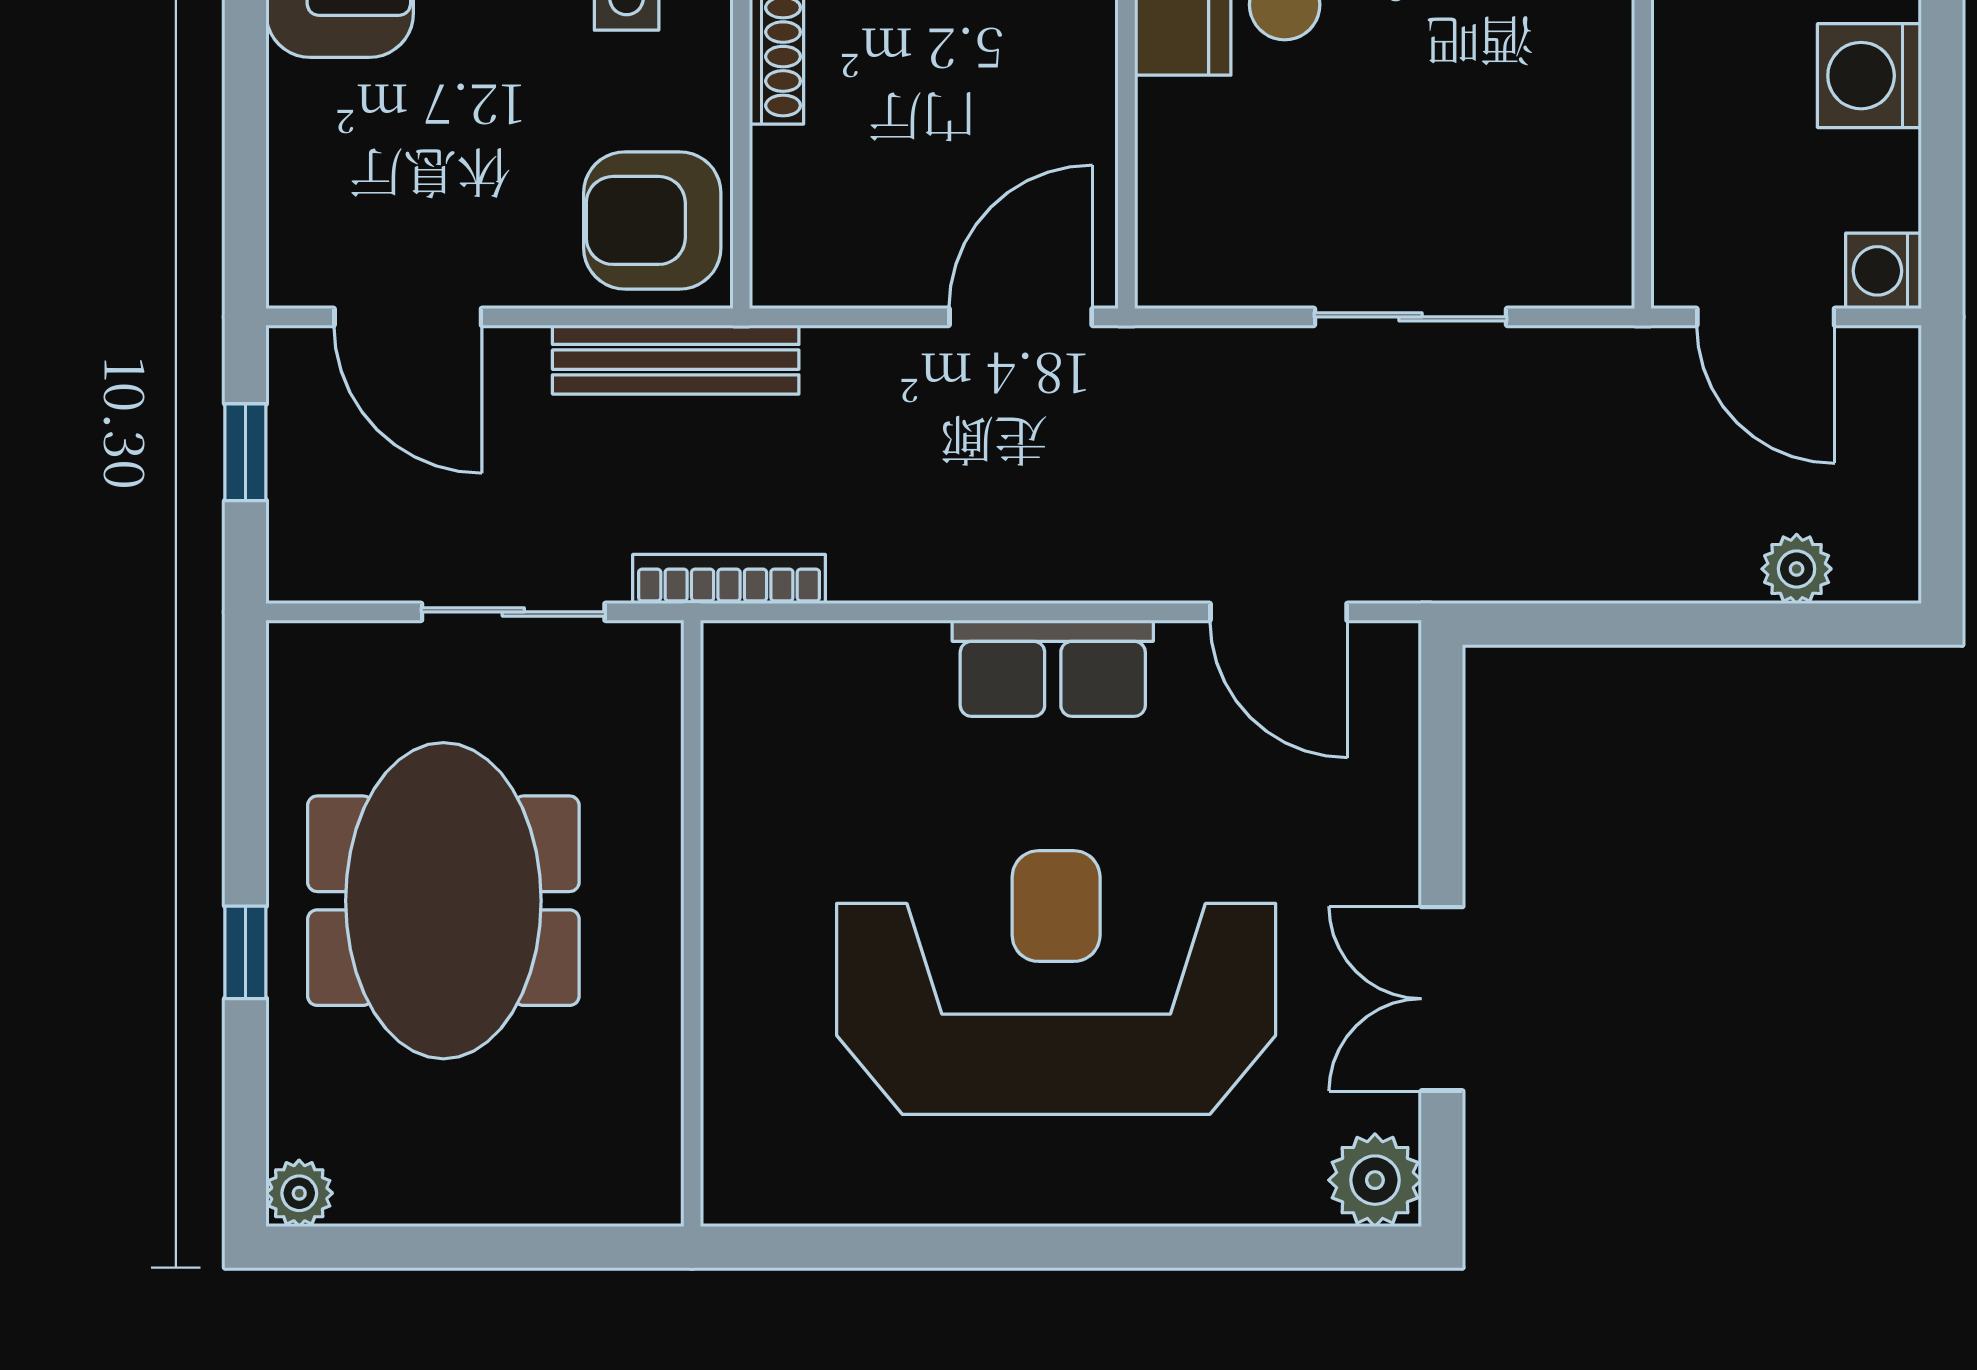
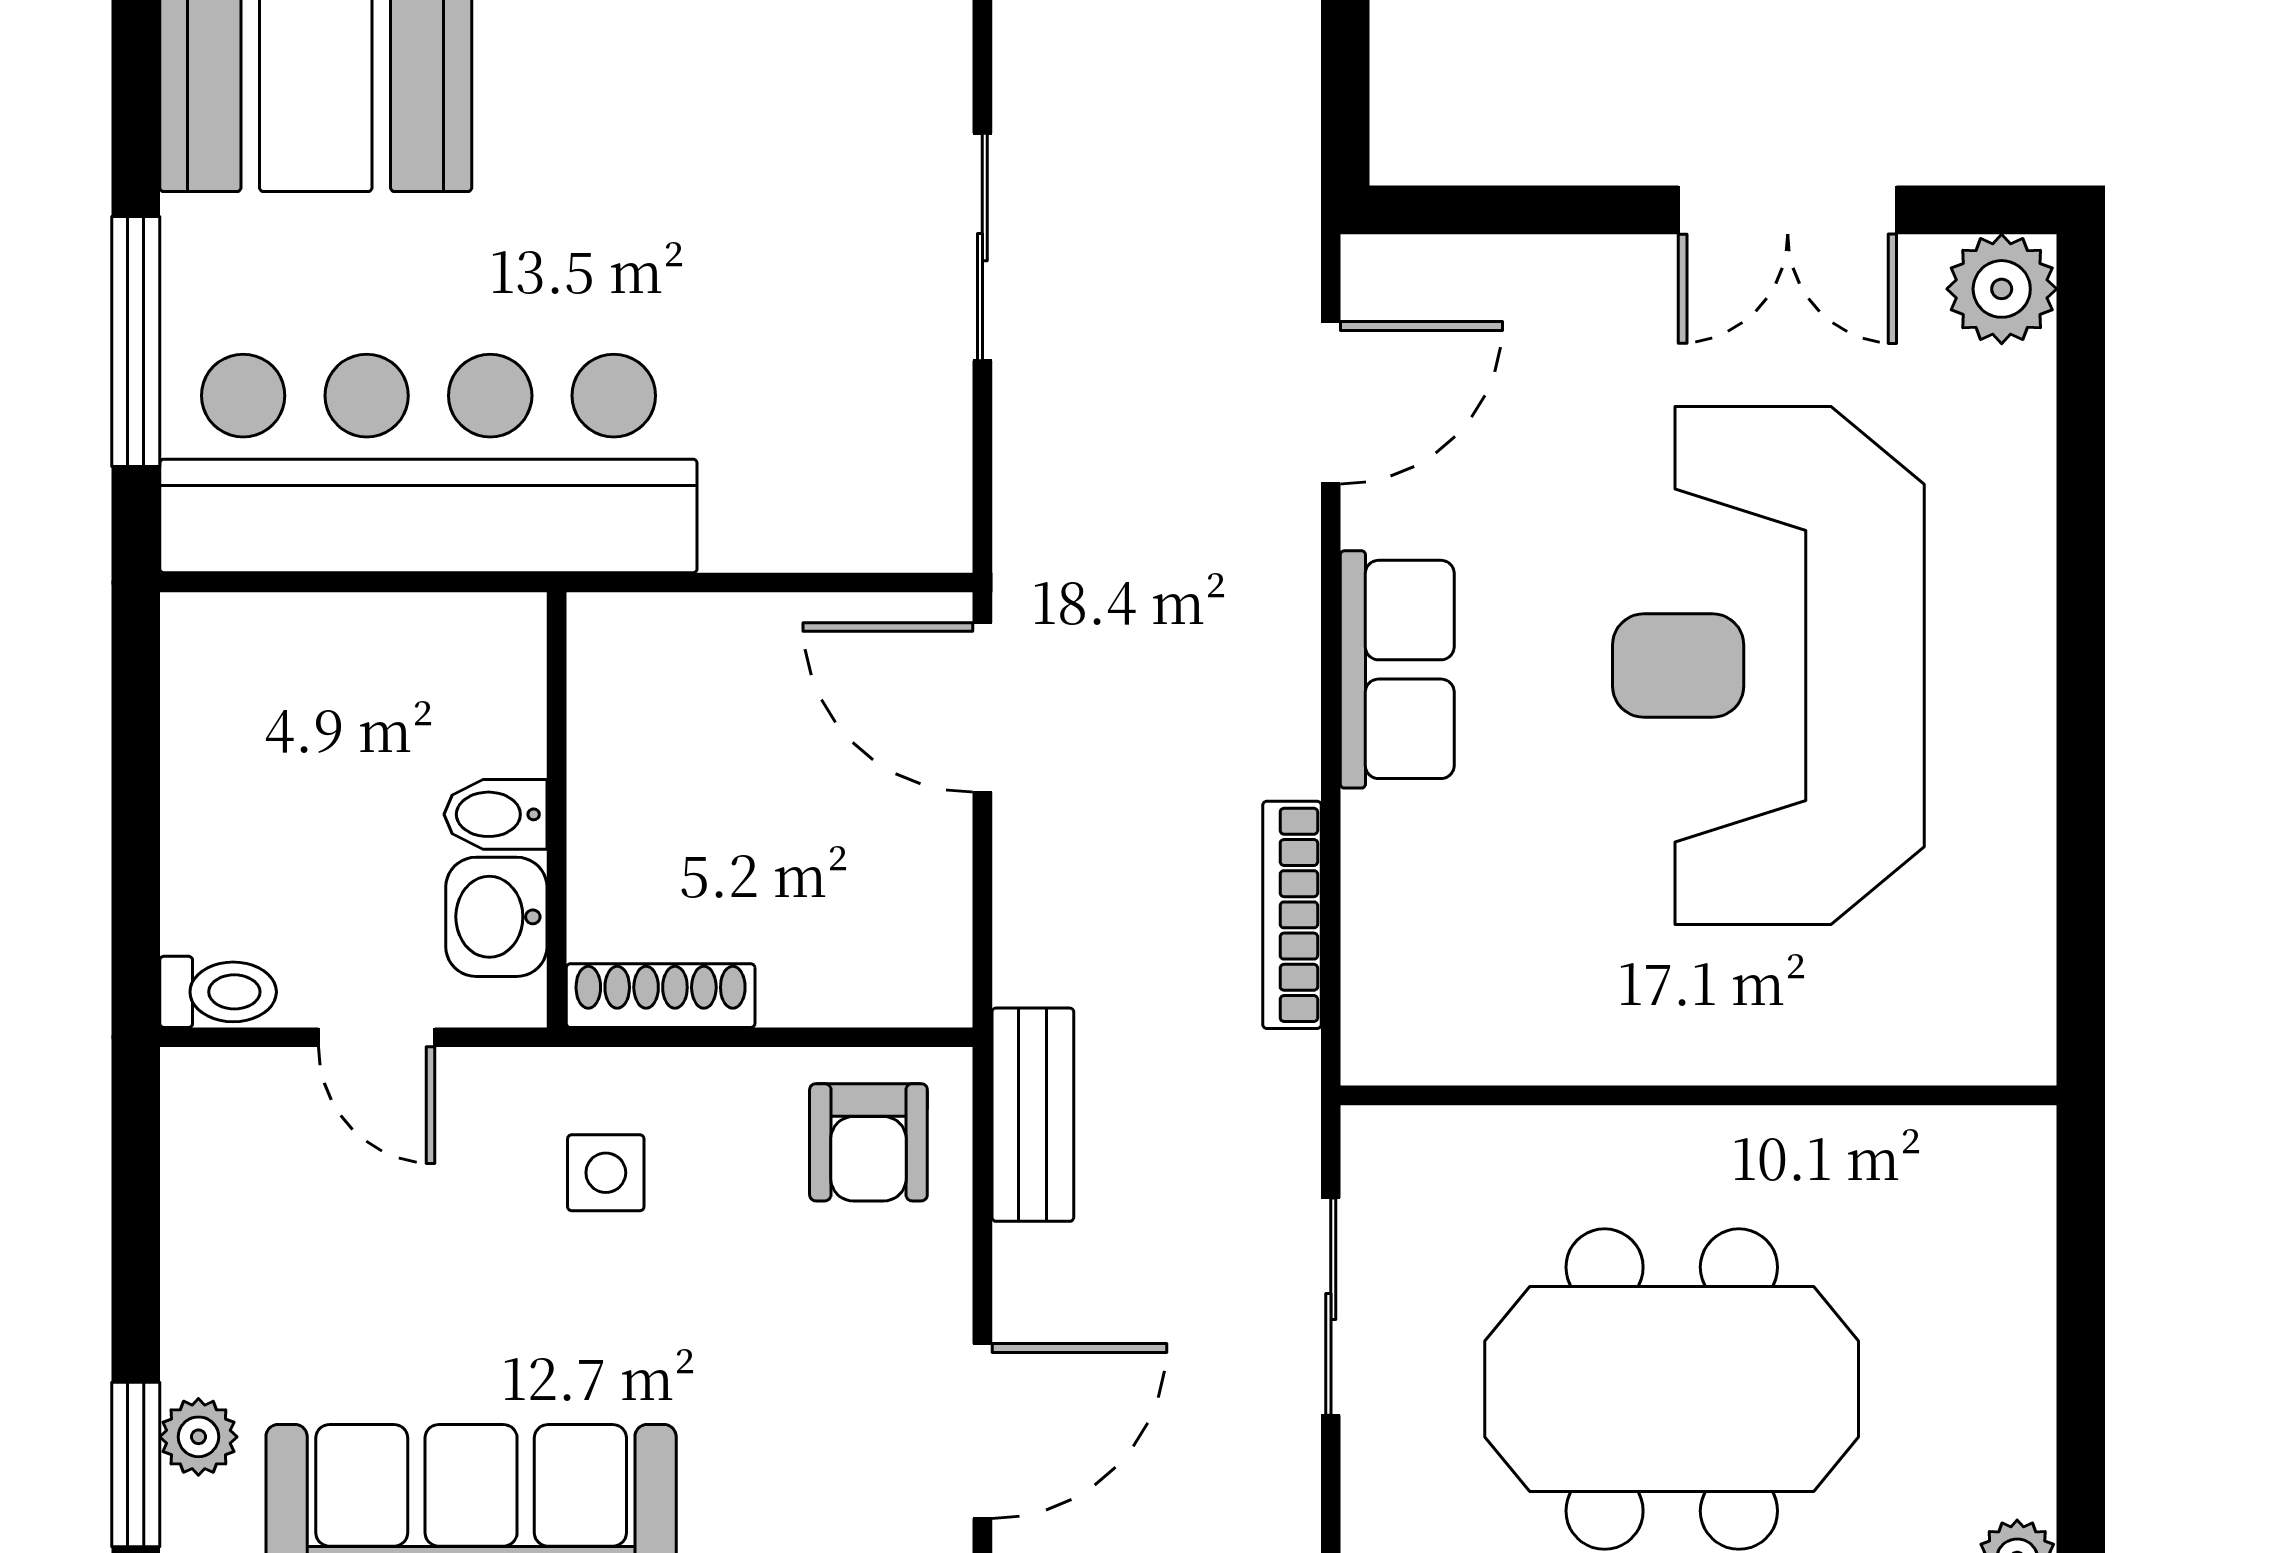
armchair: (652, 220) -> (868, 1142), width x0.72, depth x0.72
bench: (676, 360) -> (1033, 1115), width x0.73
bookcase: (729, 579) -> (1292, 915), moved

